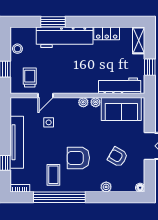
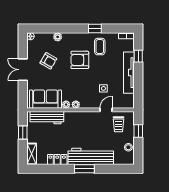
window: (53, 22) -> (84, 169), moved
armchair: (78, 158) -> (80, 60), turned 180
window: (59, 197) -> (95, 29), width x0.32

